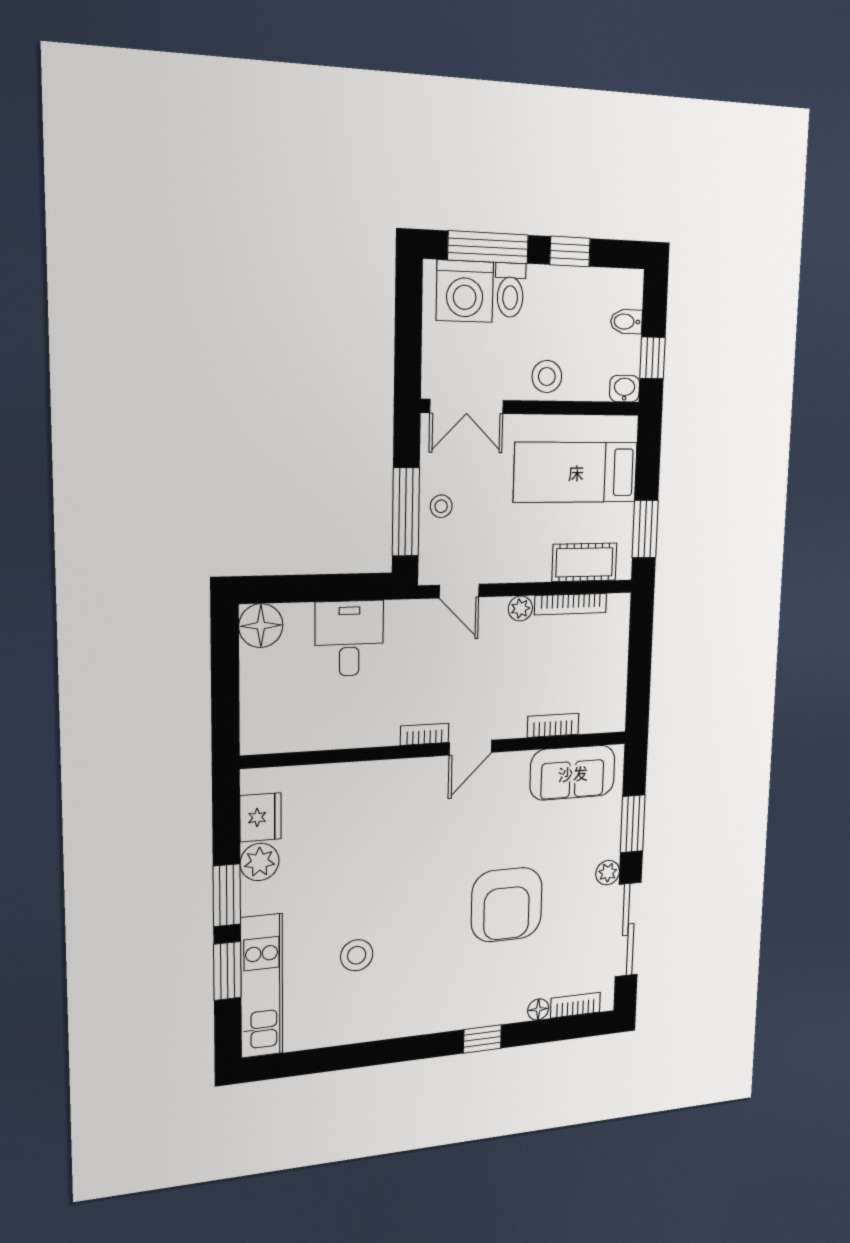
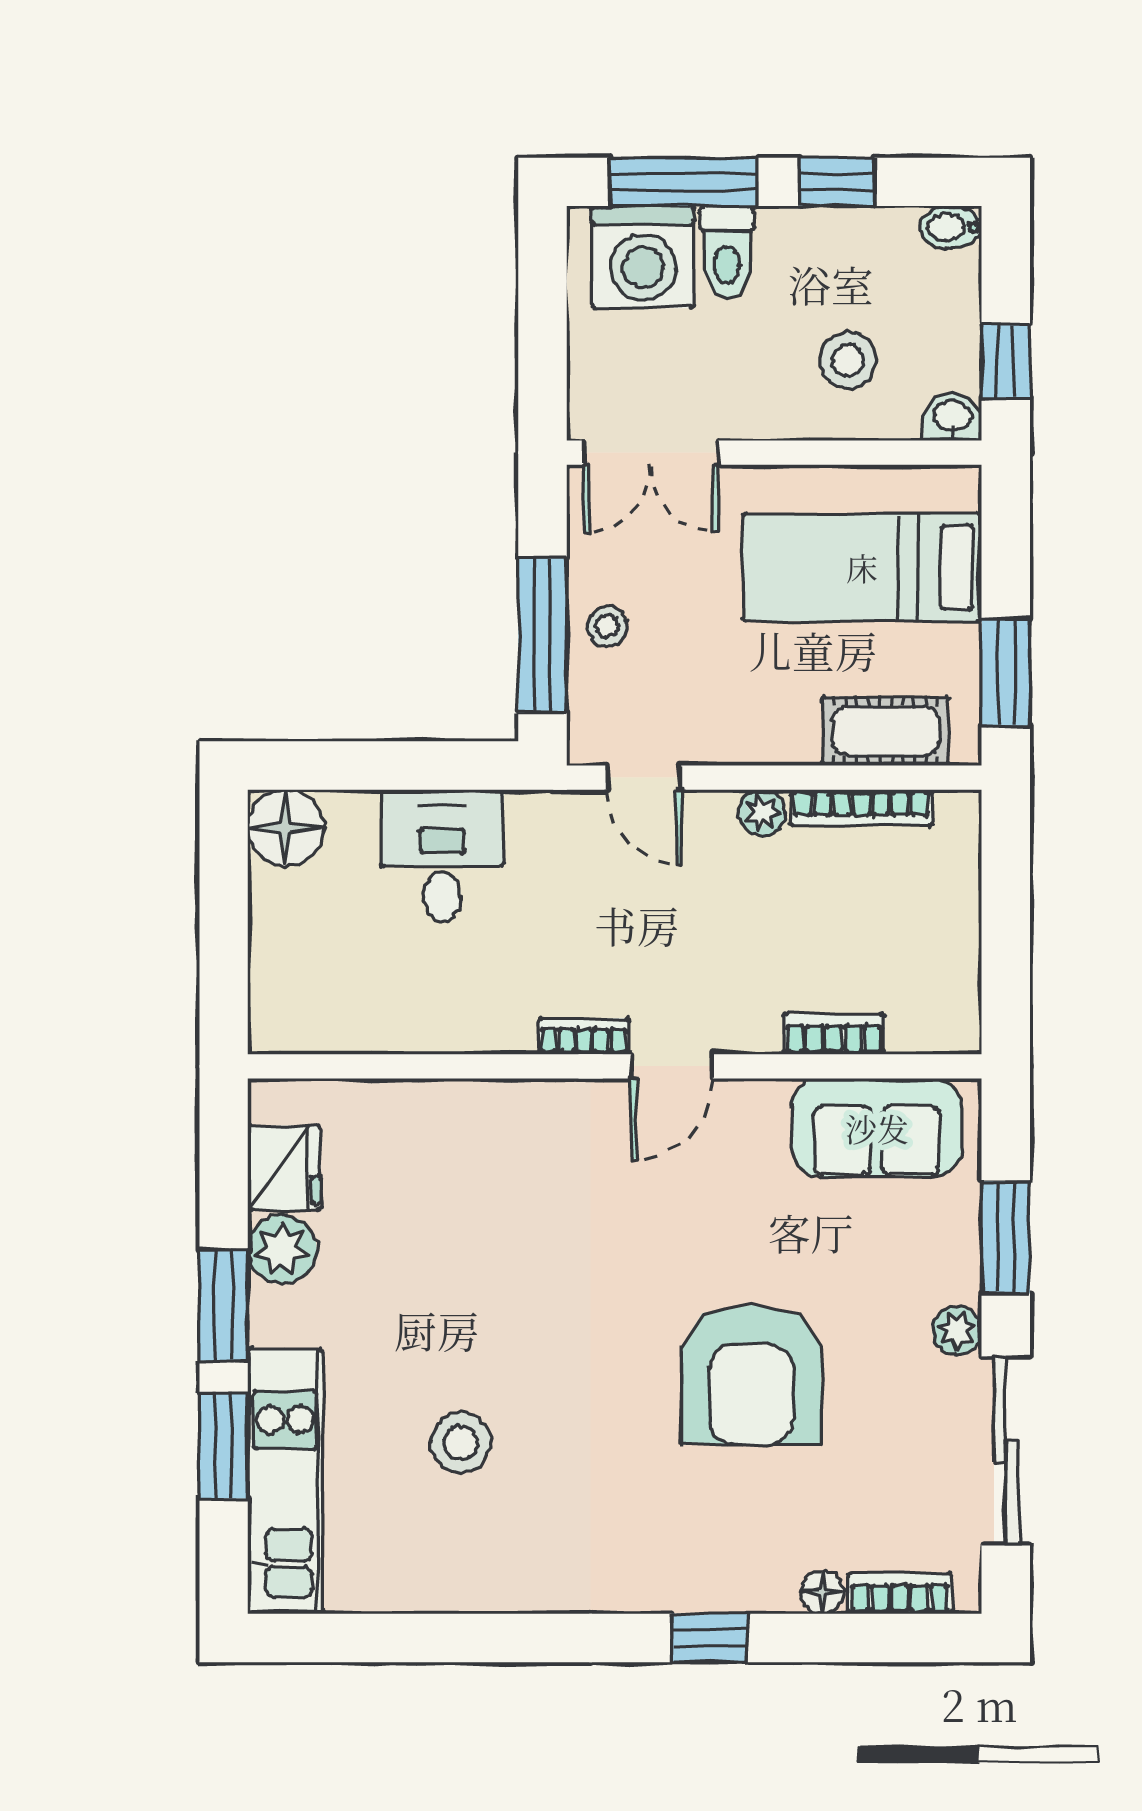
bidet: (626, 322) -> (951, 227), moved
stool: (547, 376) -> (848, 360), moved

